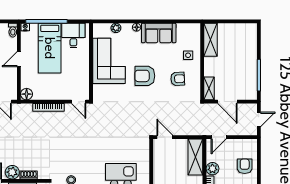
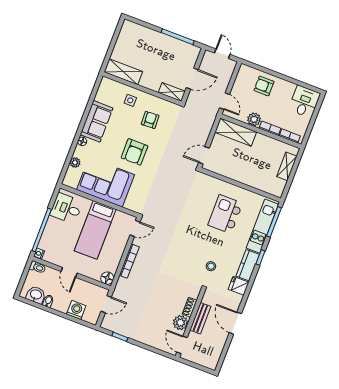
bed: (50, 48) -> (95, 230), moved, turned 90

